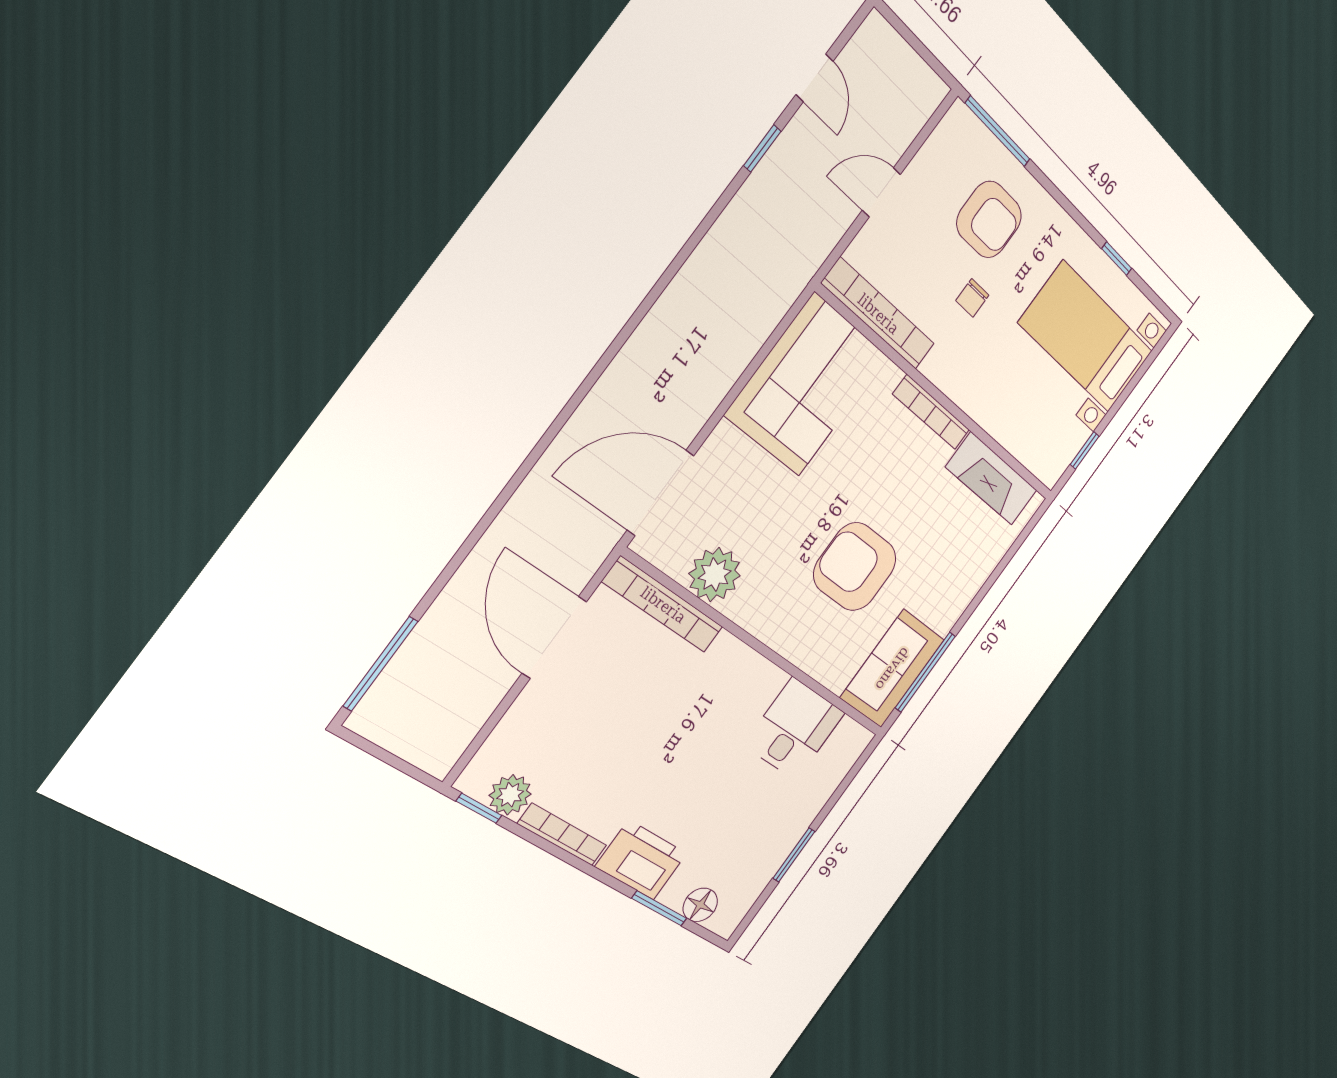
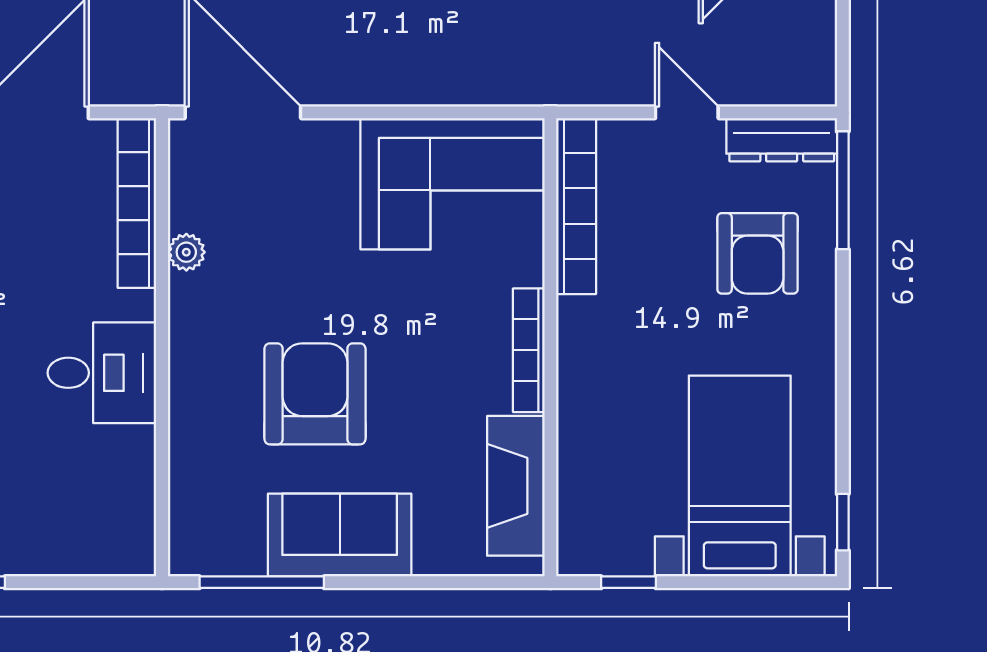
dresser: (942, 144) -> (782, 140), added
window: (1117, 259) -> (843, 522), moved
chair: (972, 298) -> (672, 300), removed
plant: (715, 575) -> (186, 252), width x0.53, depth x0.53
sofa: (892, 669) -> (340, 535), moved
desk: (794, 729) -> (102, 373), moved

